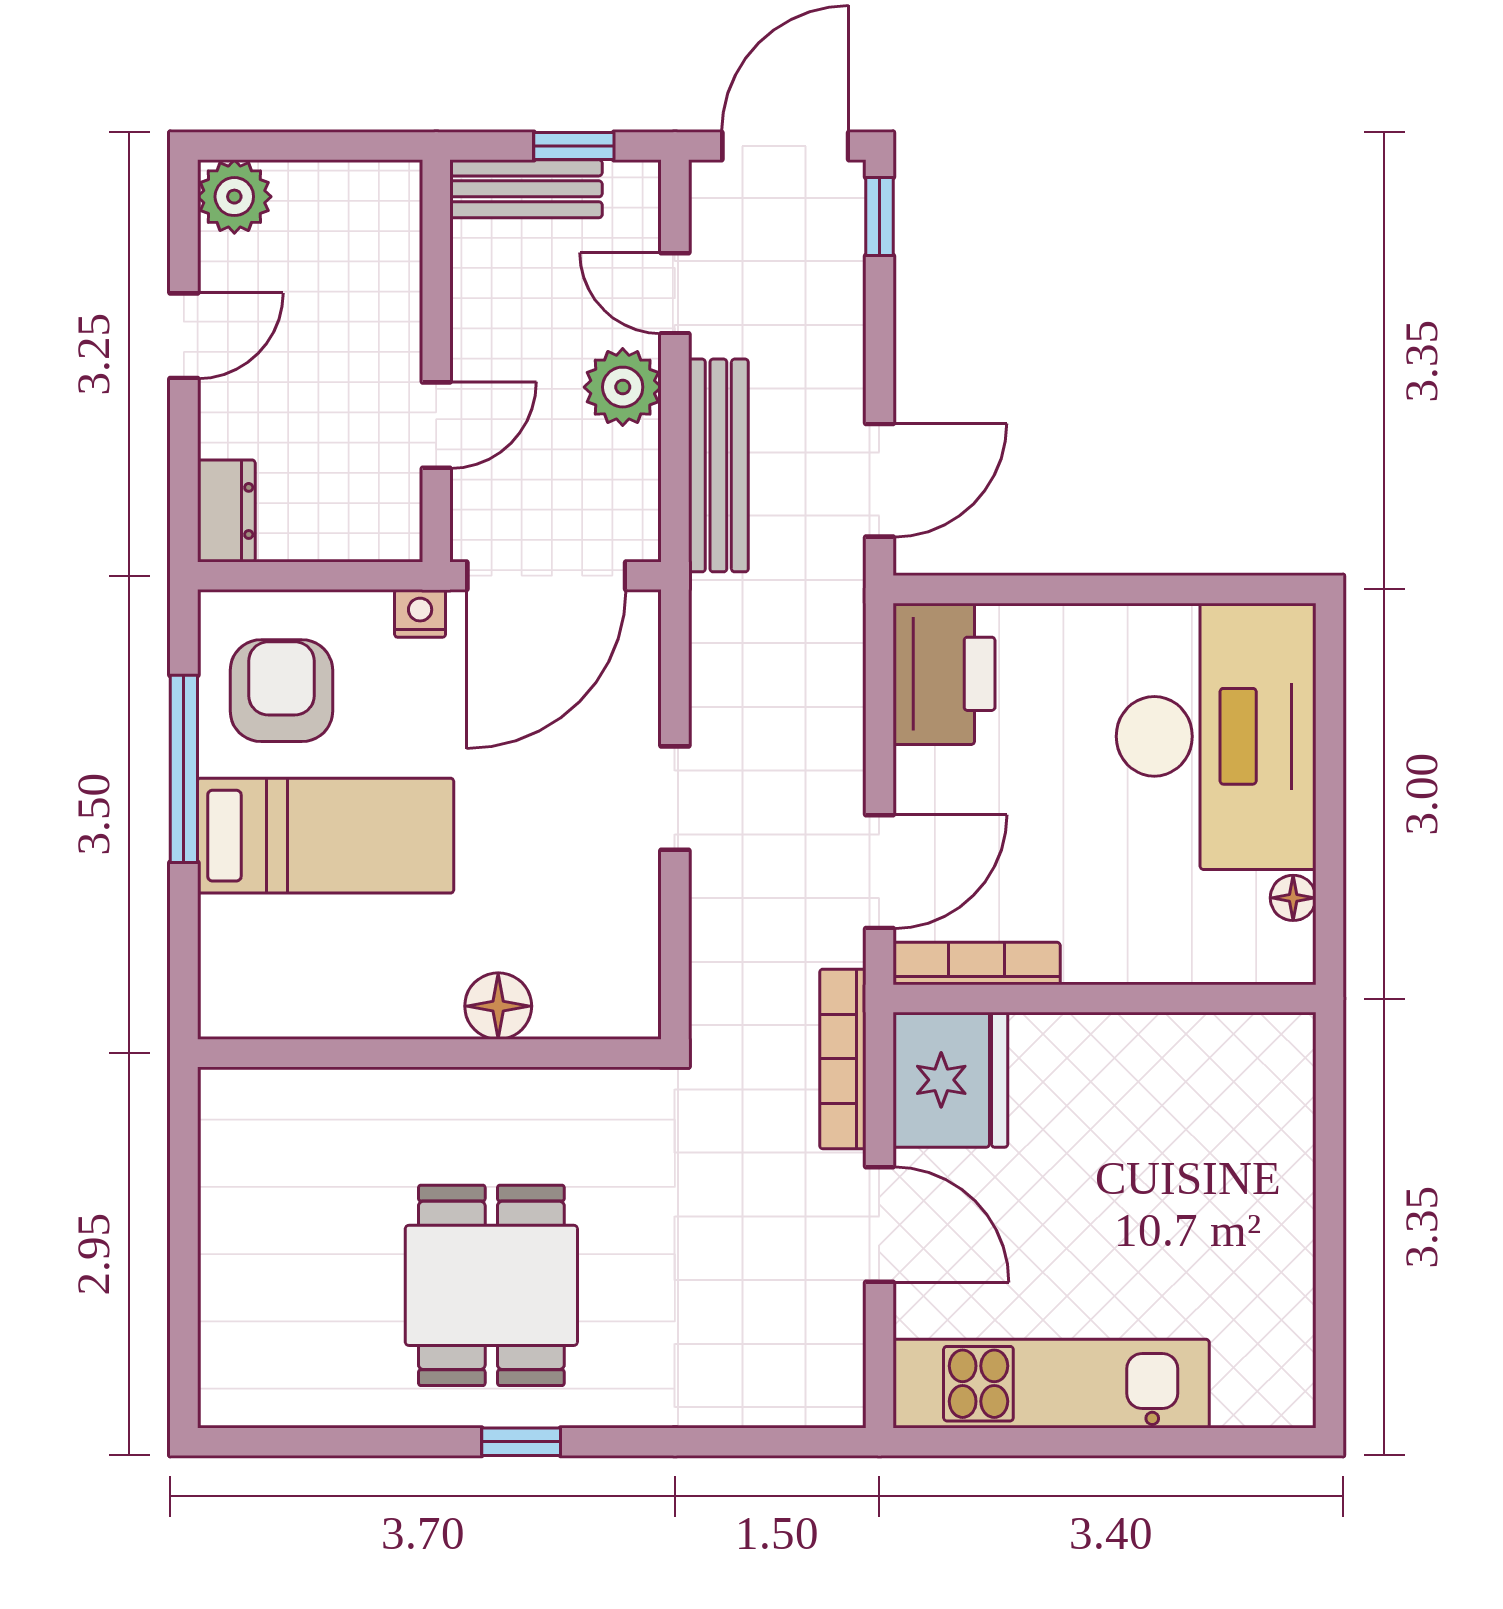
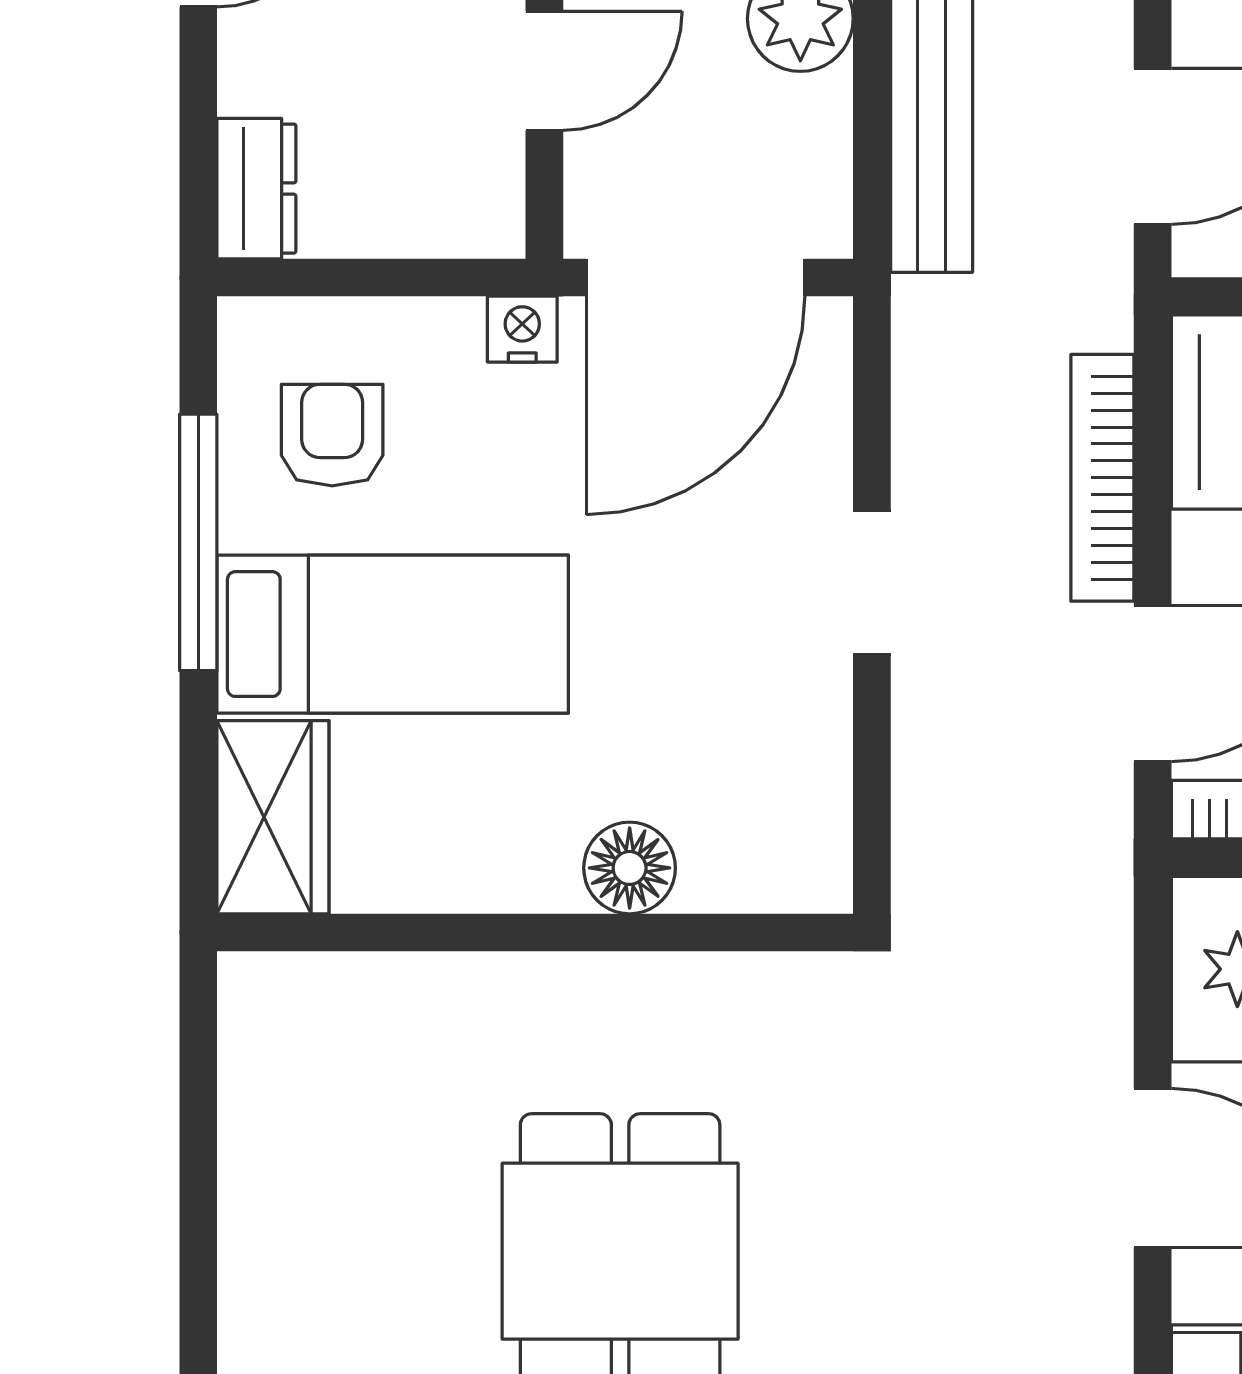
armchair: (281, 691) -> (332, 435), width x0.72, depth x0.72
wardrobe: (238, 969) -> (273, 817), added
bookcase: (843, 1059) -> (1102, 478), moved

